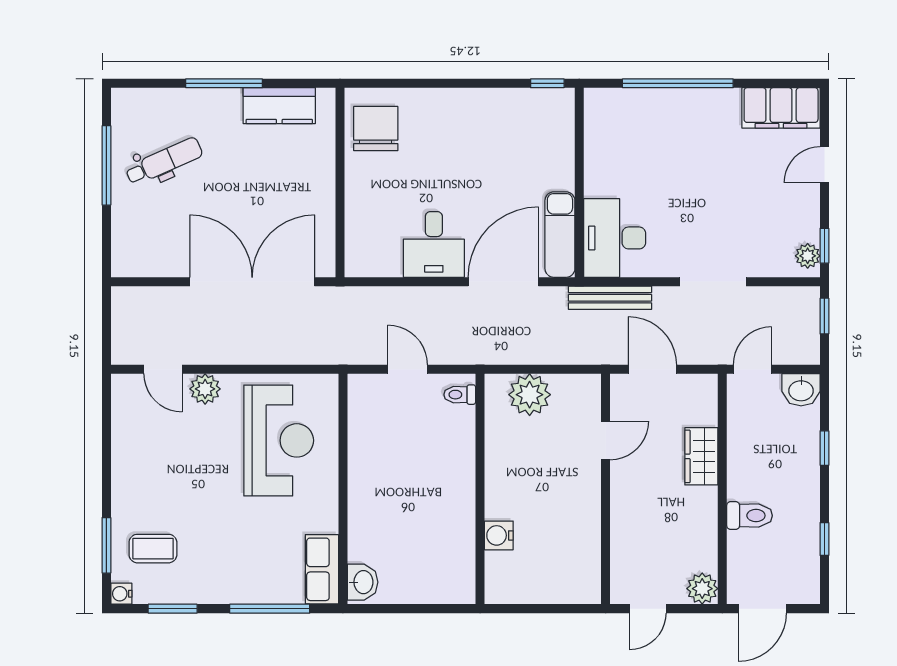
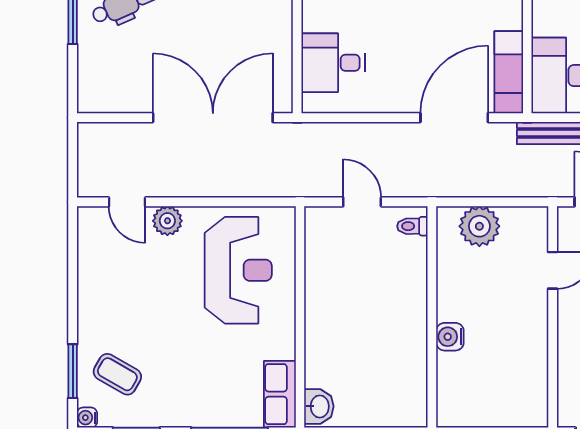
desk: (434, 244) -> (333, 63), moved, turned 90
water cooler: (499, 535) -> (450, 337), moved
coffee table: (153, 549) -> (117, 374), turned 30

